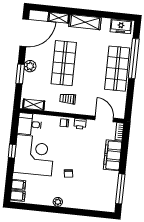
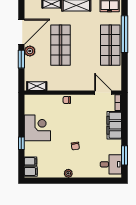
door: (24, 33) -> (21, 32), moved
trolley: (68, 99) -> (68, 77), removed
desk: (30, 124) -> (111, 164), moved, turned 180
printer: (80, 124) -> (81, 99), removed
window: (12, 151) -> (21, 143), moved
corner desk: (34, 155) -> (37, 128), width x0.74, depth x0.74
window: (120, 189) -> (125, 155), width x0.69

